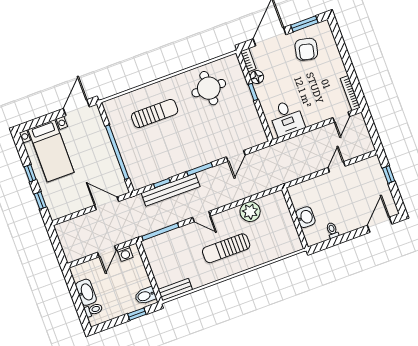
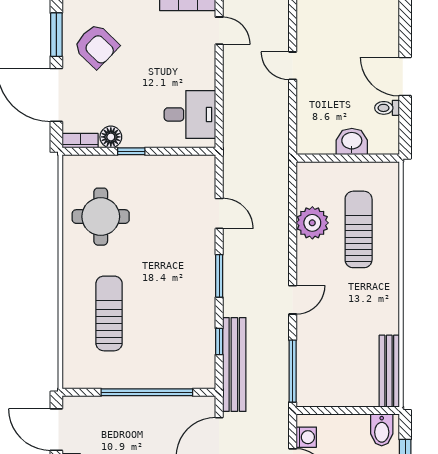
armchair: (306, 49) -> (96, 46), turned 31
bench: (171, 190) -> (234, 364), moved
door: (380, 225) -> (405, 77), moved
sun lounger: (226, 248) -> (359, 229), moved, turned 180
bench: (175, 290) -> (389, 371), width x1.36

